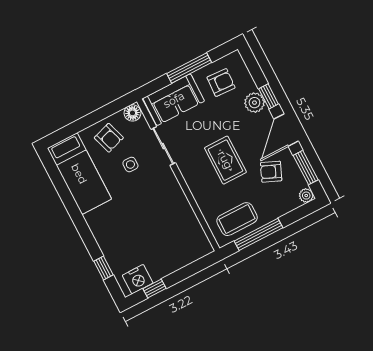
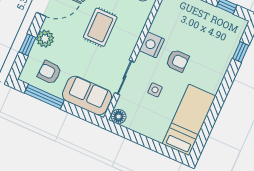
window: (189, 68) -> (44, 97), moved
window: (269, 96) -> (28, 45), moved
armchair: (109, 138) -> (177, 61), moved, turned 108
nightstand: (138, 279) -> (152, 45), moved, turned -90

